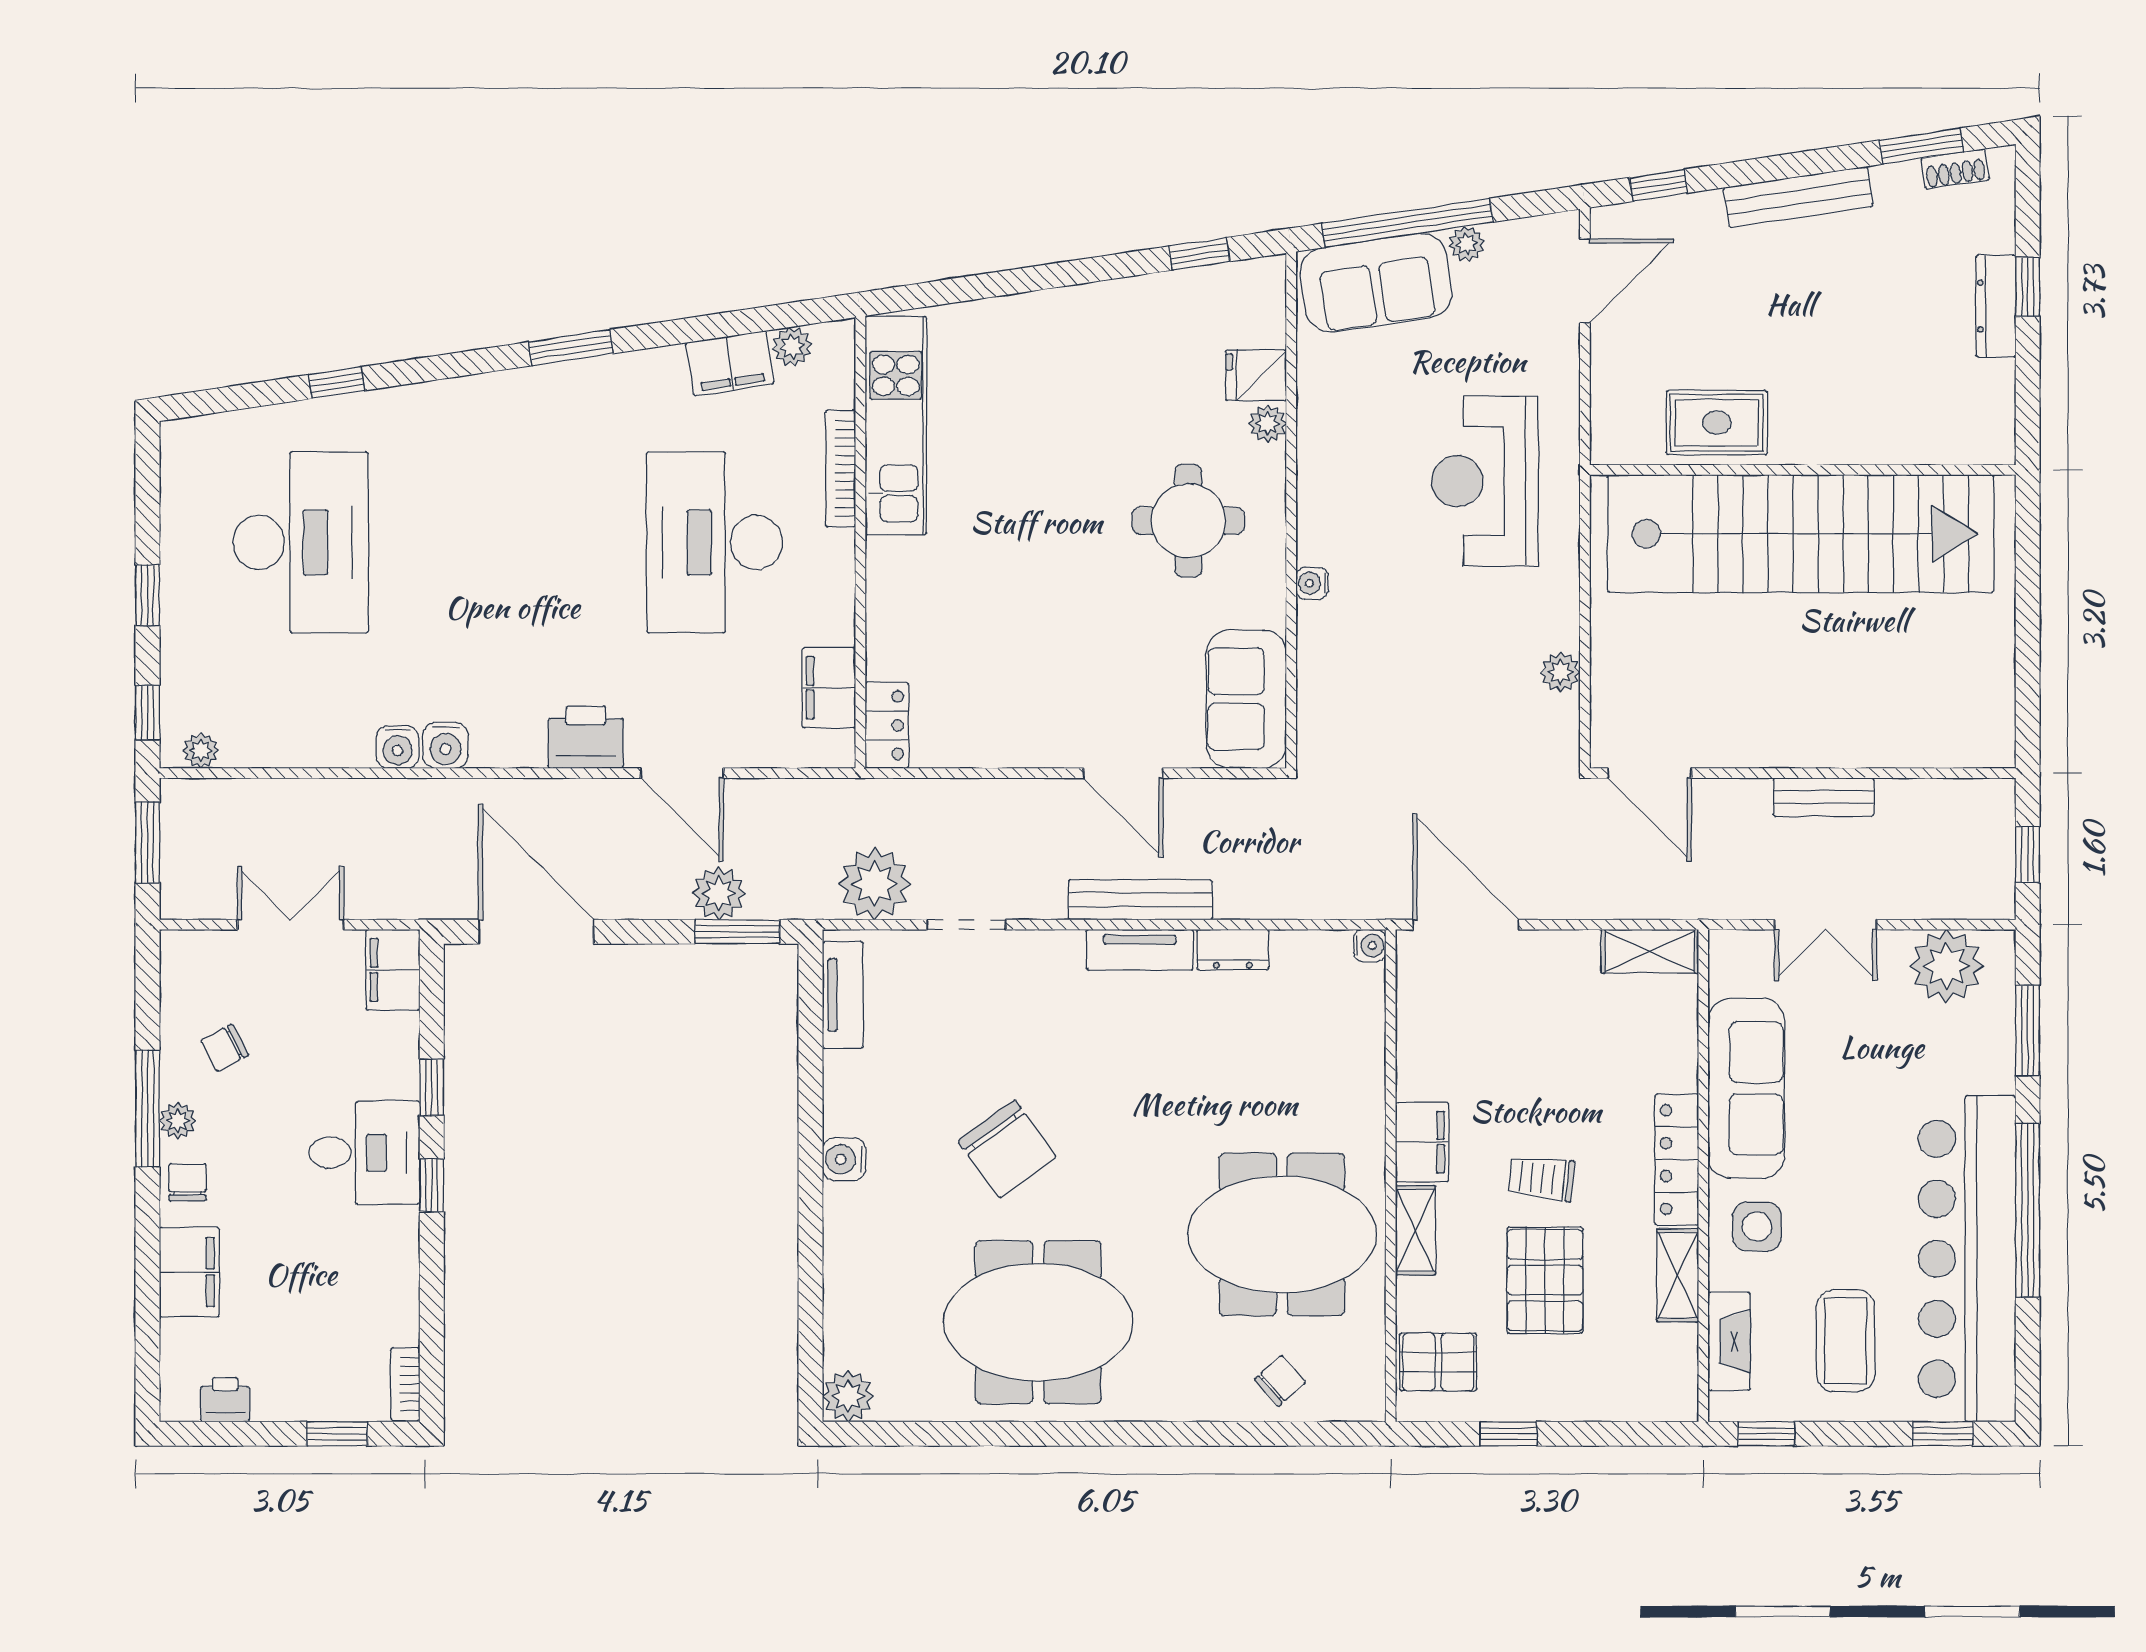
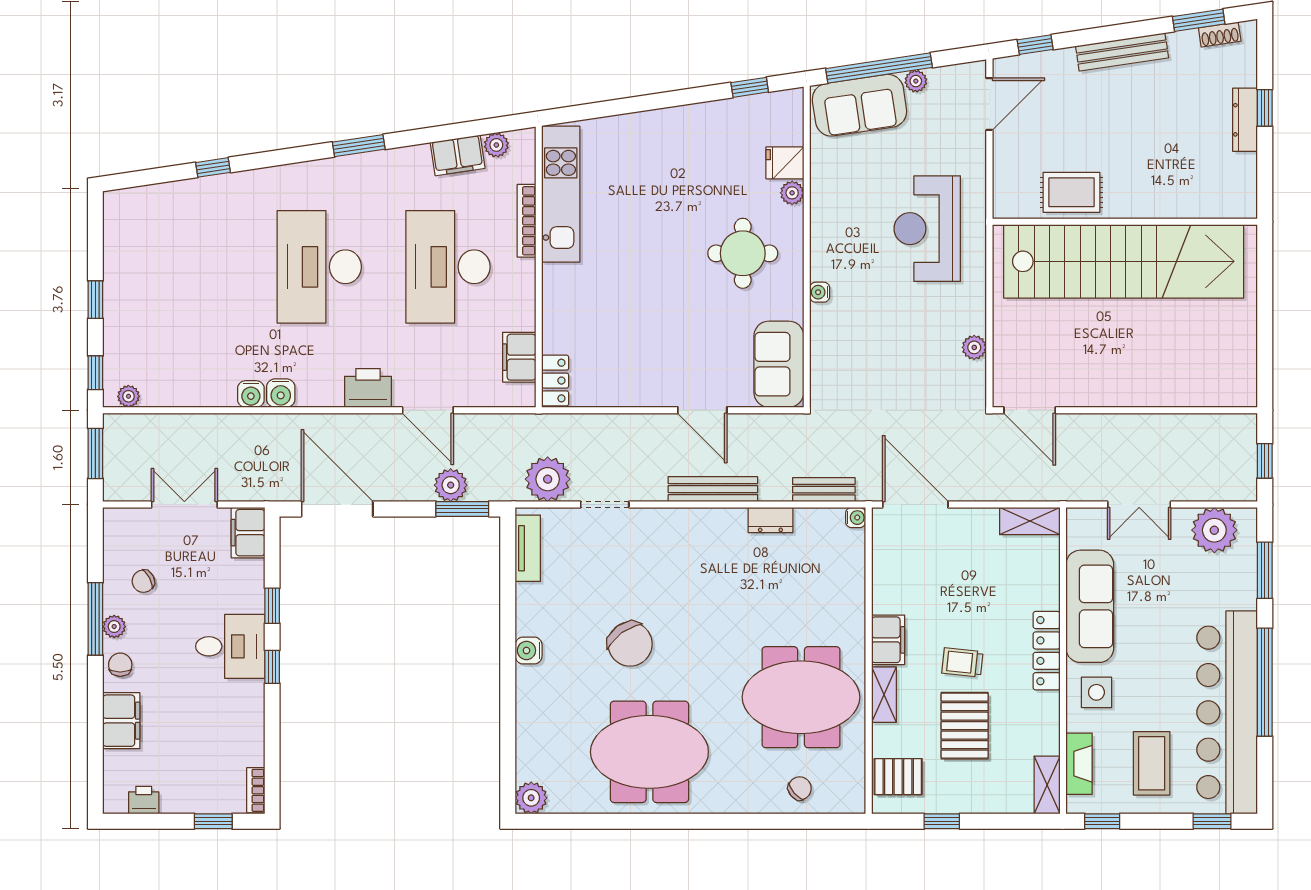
desk: (301, 542) -> (319, 267), moved, turned 180
bench: (1824, 797) -> (824, 490), moved
tv unit: (1140, 950) -> (713, 520), removed
shelving: (1678, 1275) -> (1047, 785), moved

